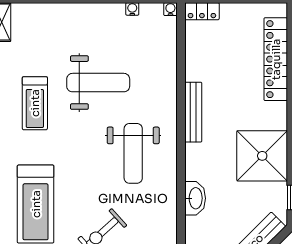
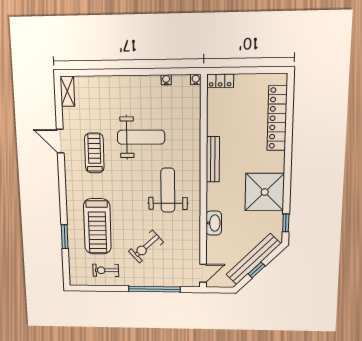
treadmill: (35, 103) -> (94, 153), turned 180
weight bench: (133, 153) -> (168, 190), turned 180

